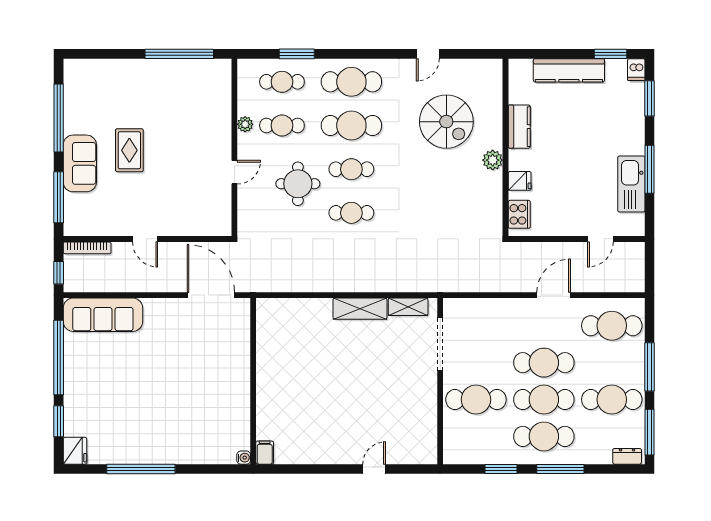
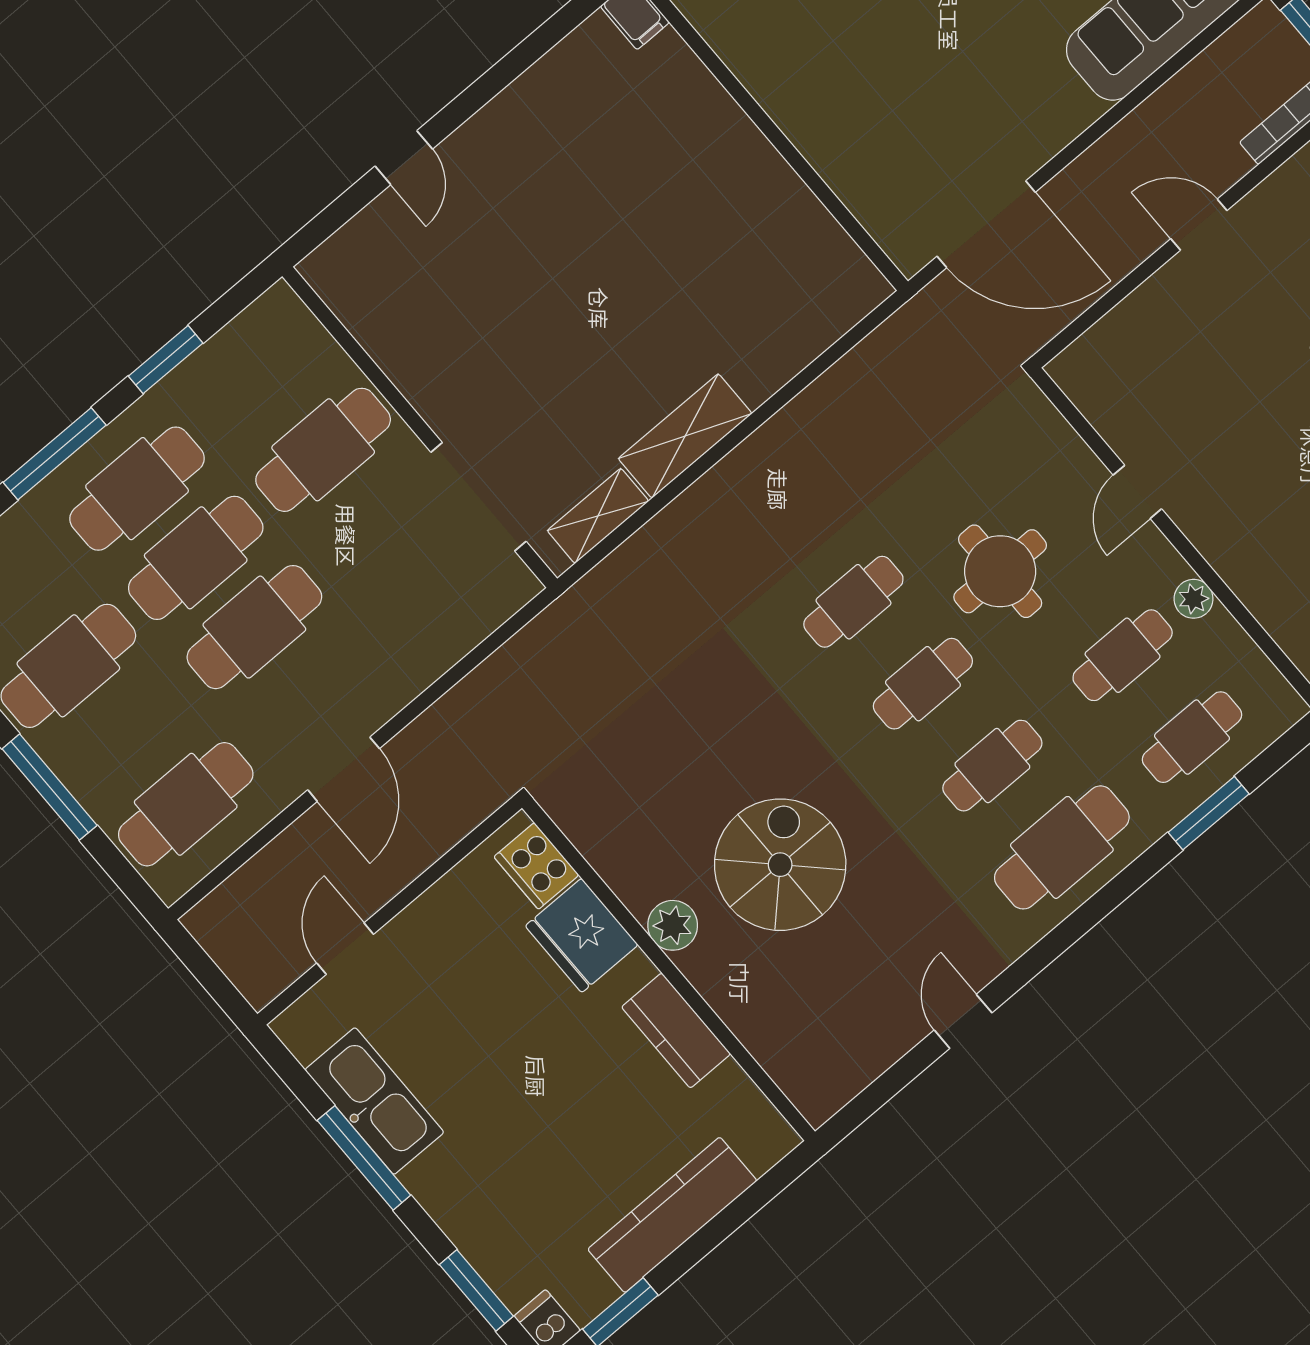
spiral stairs: (446, 122) -> (780, 865), moved, turned 90
cafe table: (351, 126) -> (992, 766), width x0.73, depth x0.74
fridge: (520, 181) -> (582, 935), width x1.88, depth x1.34

